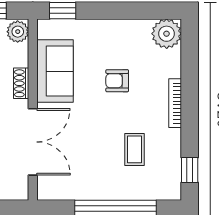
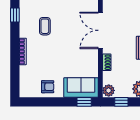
plant: (167, 34) -> (27, 89), removed
sofa: (55, 71) -> (81, 88), moved, turned 90
armchair: (117, 81) -> (48, 87), moved

